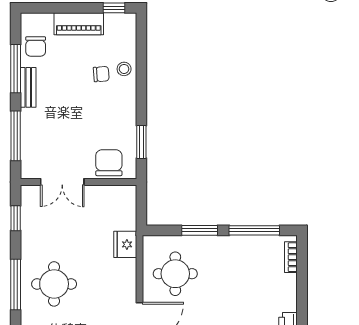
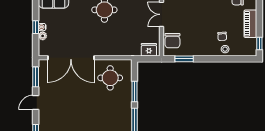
chair: (109, 163) -> (172, 41), turned 90
fridge: (125, 244) -> (149, 50), moved

